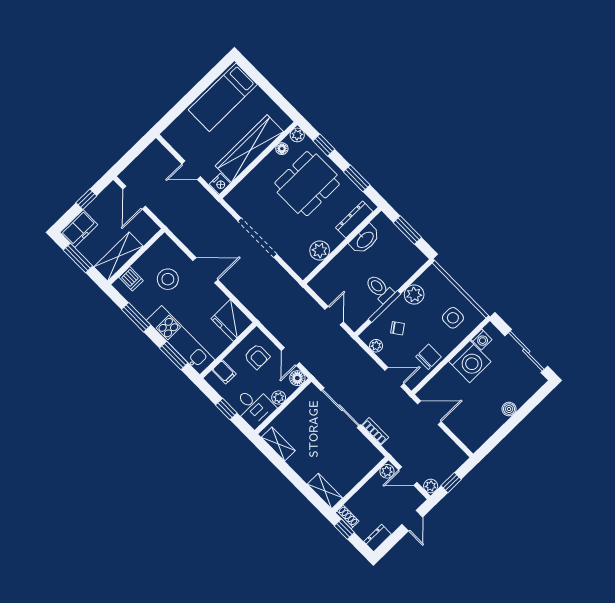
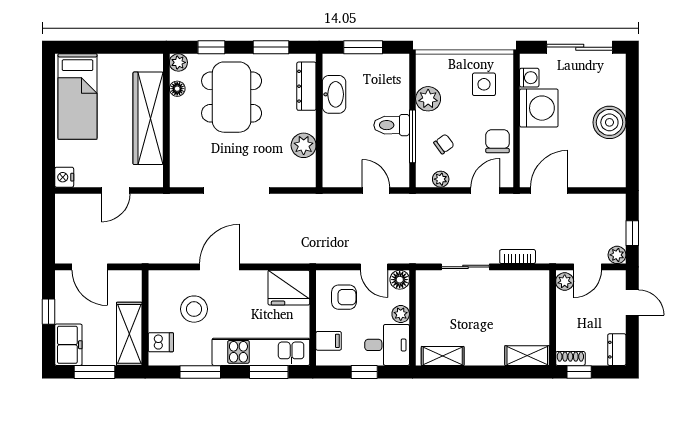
nightstand: (220, 184) -> (64, 177), moved, turned 180
sliding door: (341, 408) -> (465, 267), width x0.73
boiler: (509, 409) -> (609, 122), width x1.86, depth x1.86

